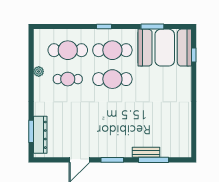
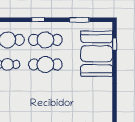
booth: (165, 48) -> (97, 54), moved, turned 90

